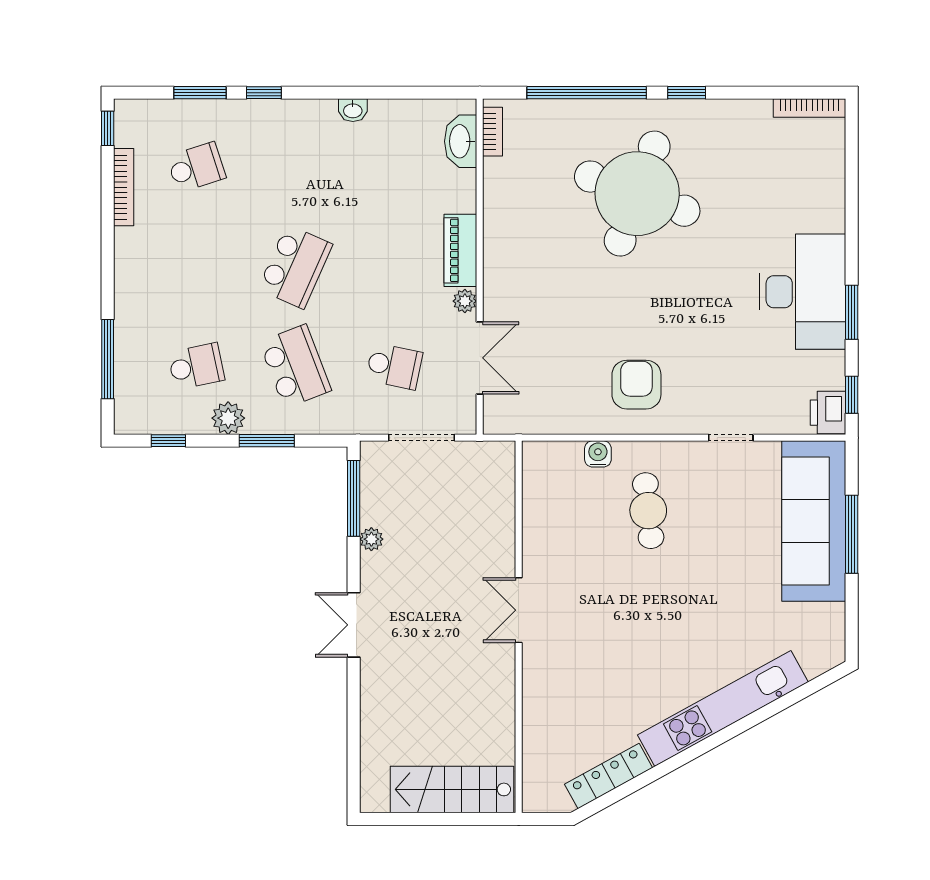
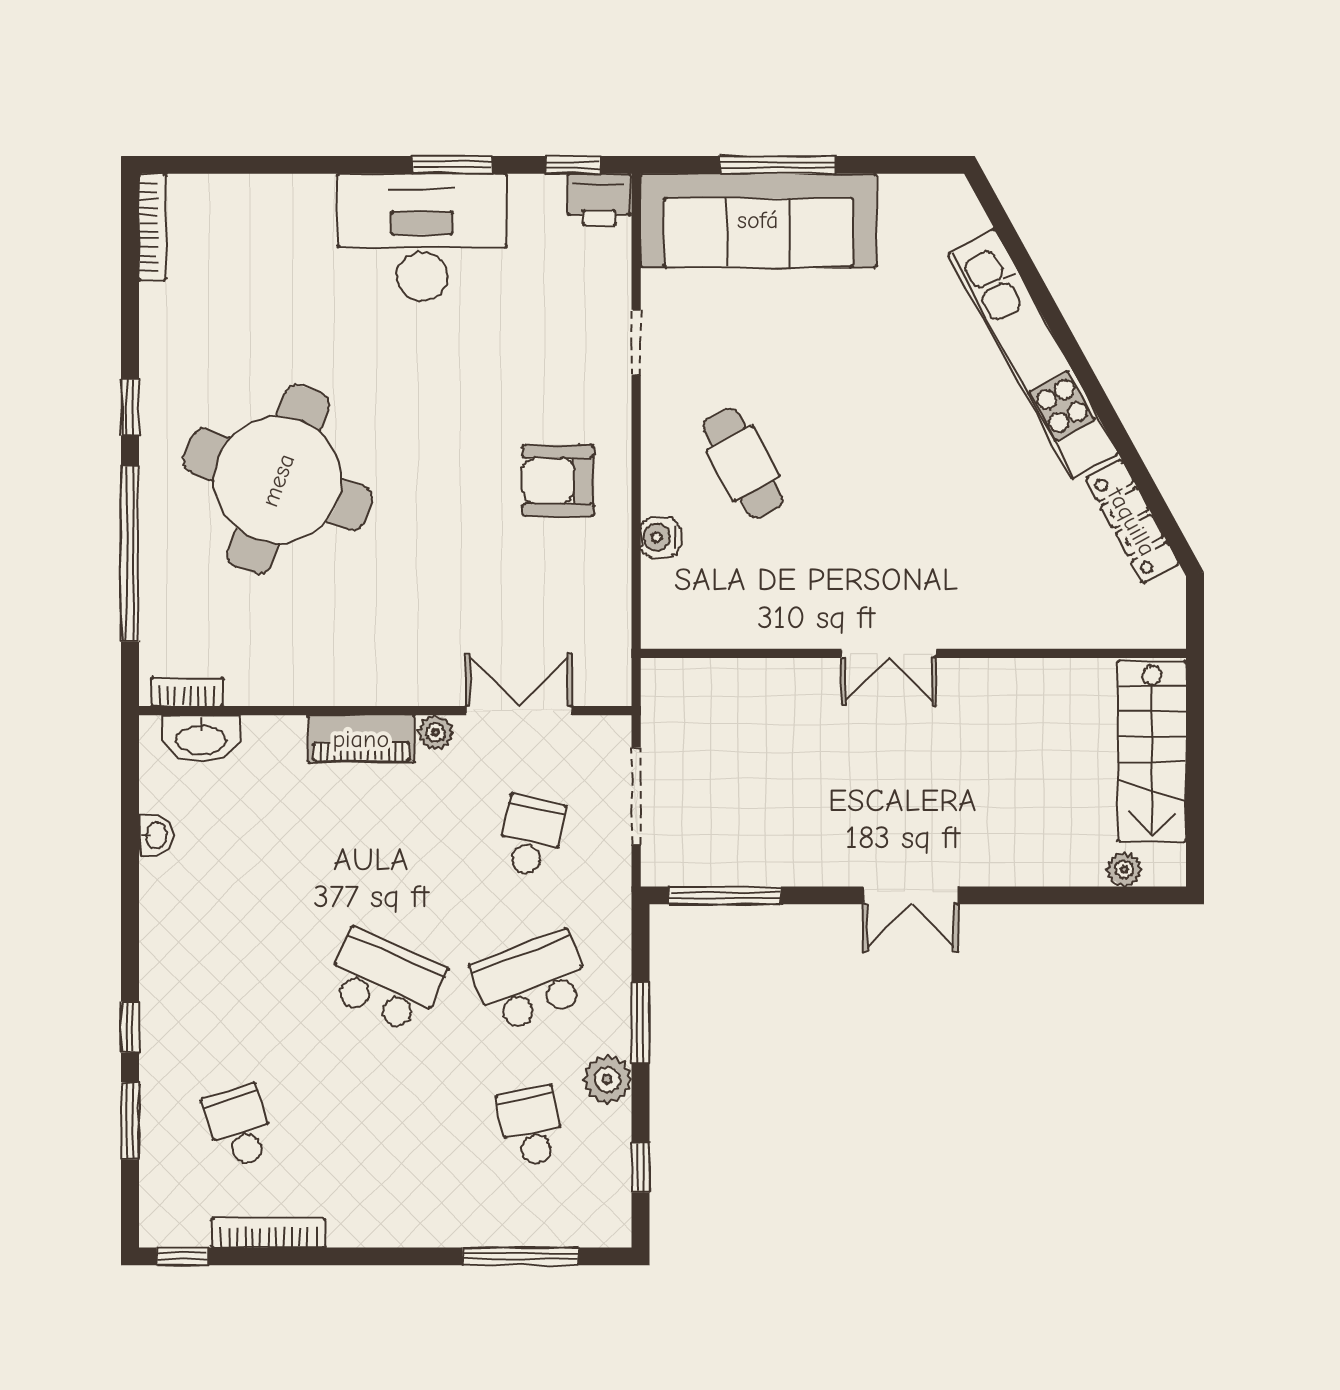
washbasin: (353, 110) -> (156, 836), moved
cafe table: (648, 511) -> (743, 463), turned 68
plant: (371, 539) -> (1124, 869), moved

